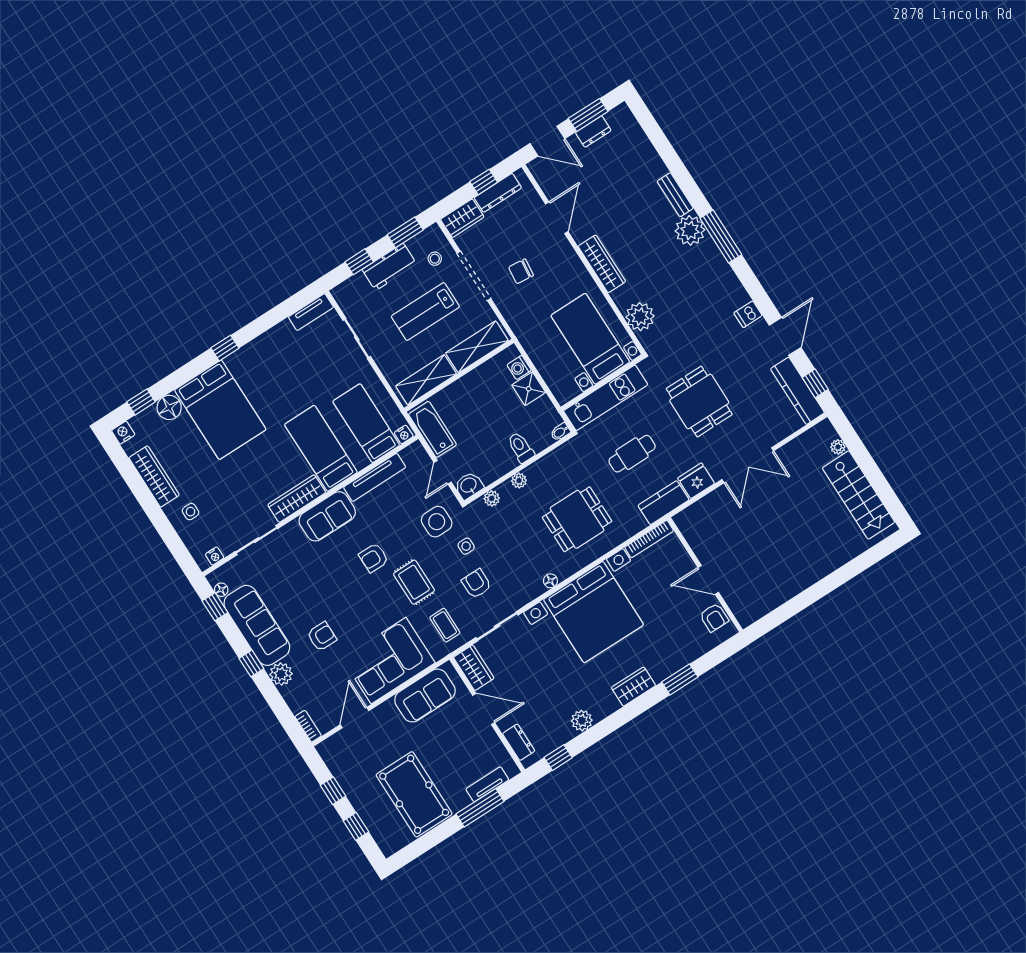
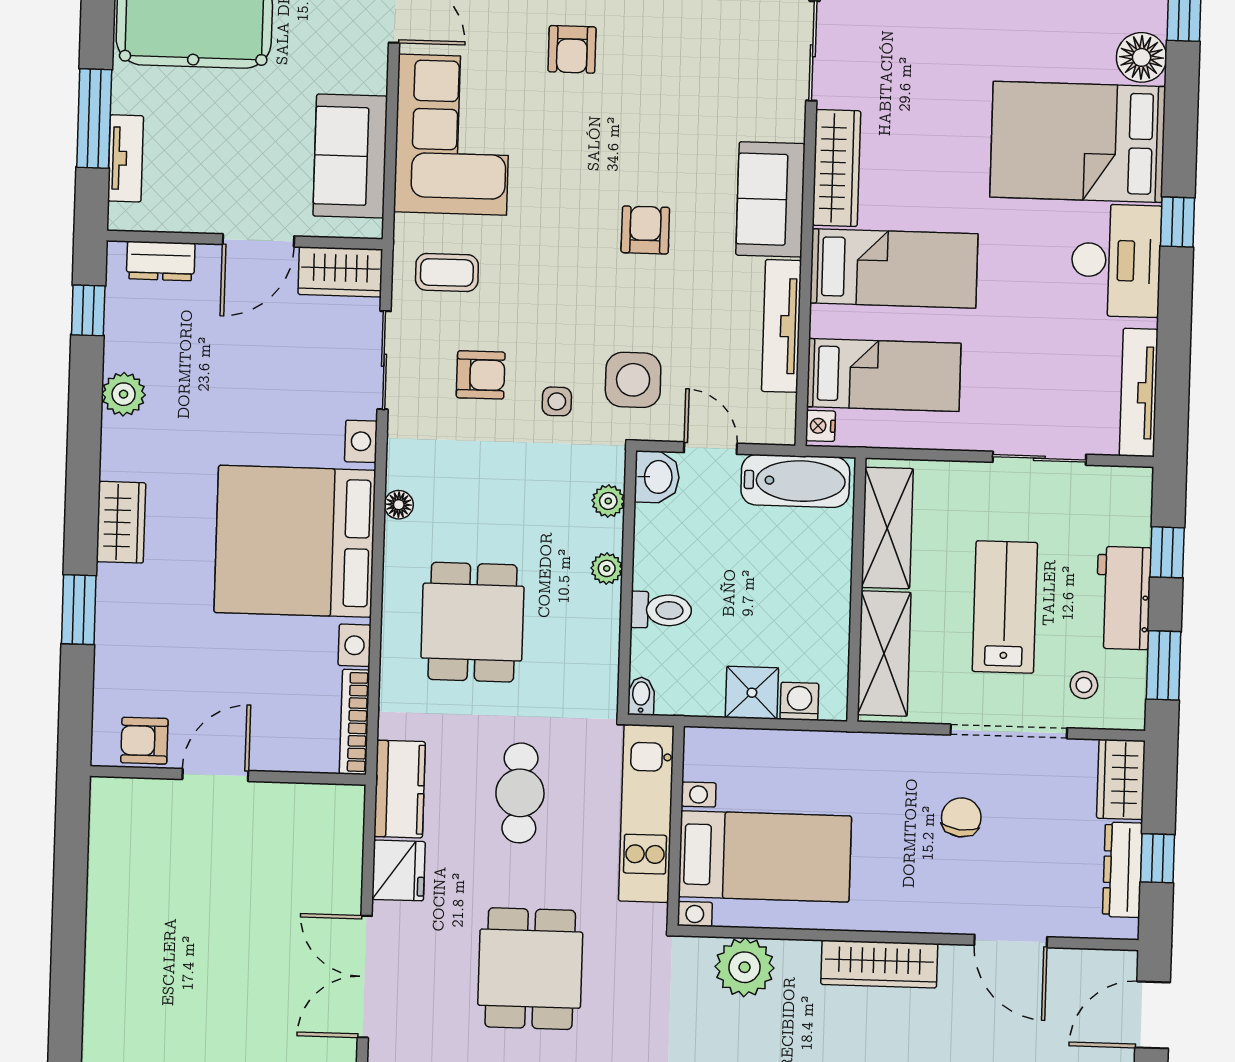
tv unit: (311, 312) -> (1139, 393), width x1.41
desk: (257, 362) -> (1116, 260), added
dining table: (699, 402) -> (530, 969), turned 90
rug: (414, 582) -> (556, 270), removed

